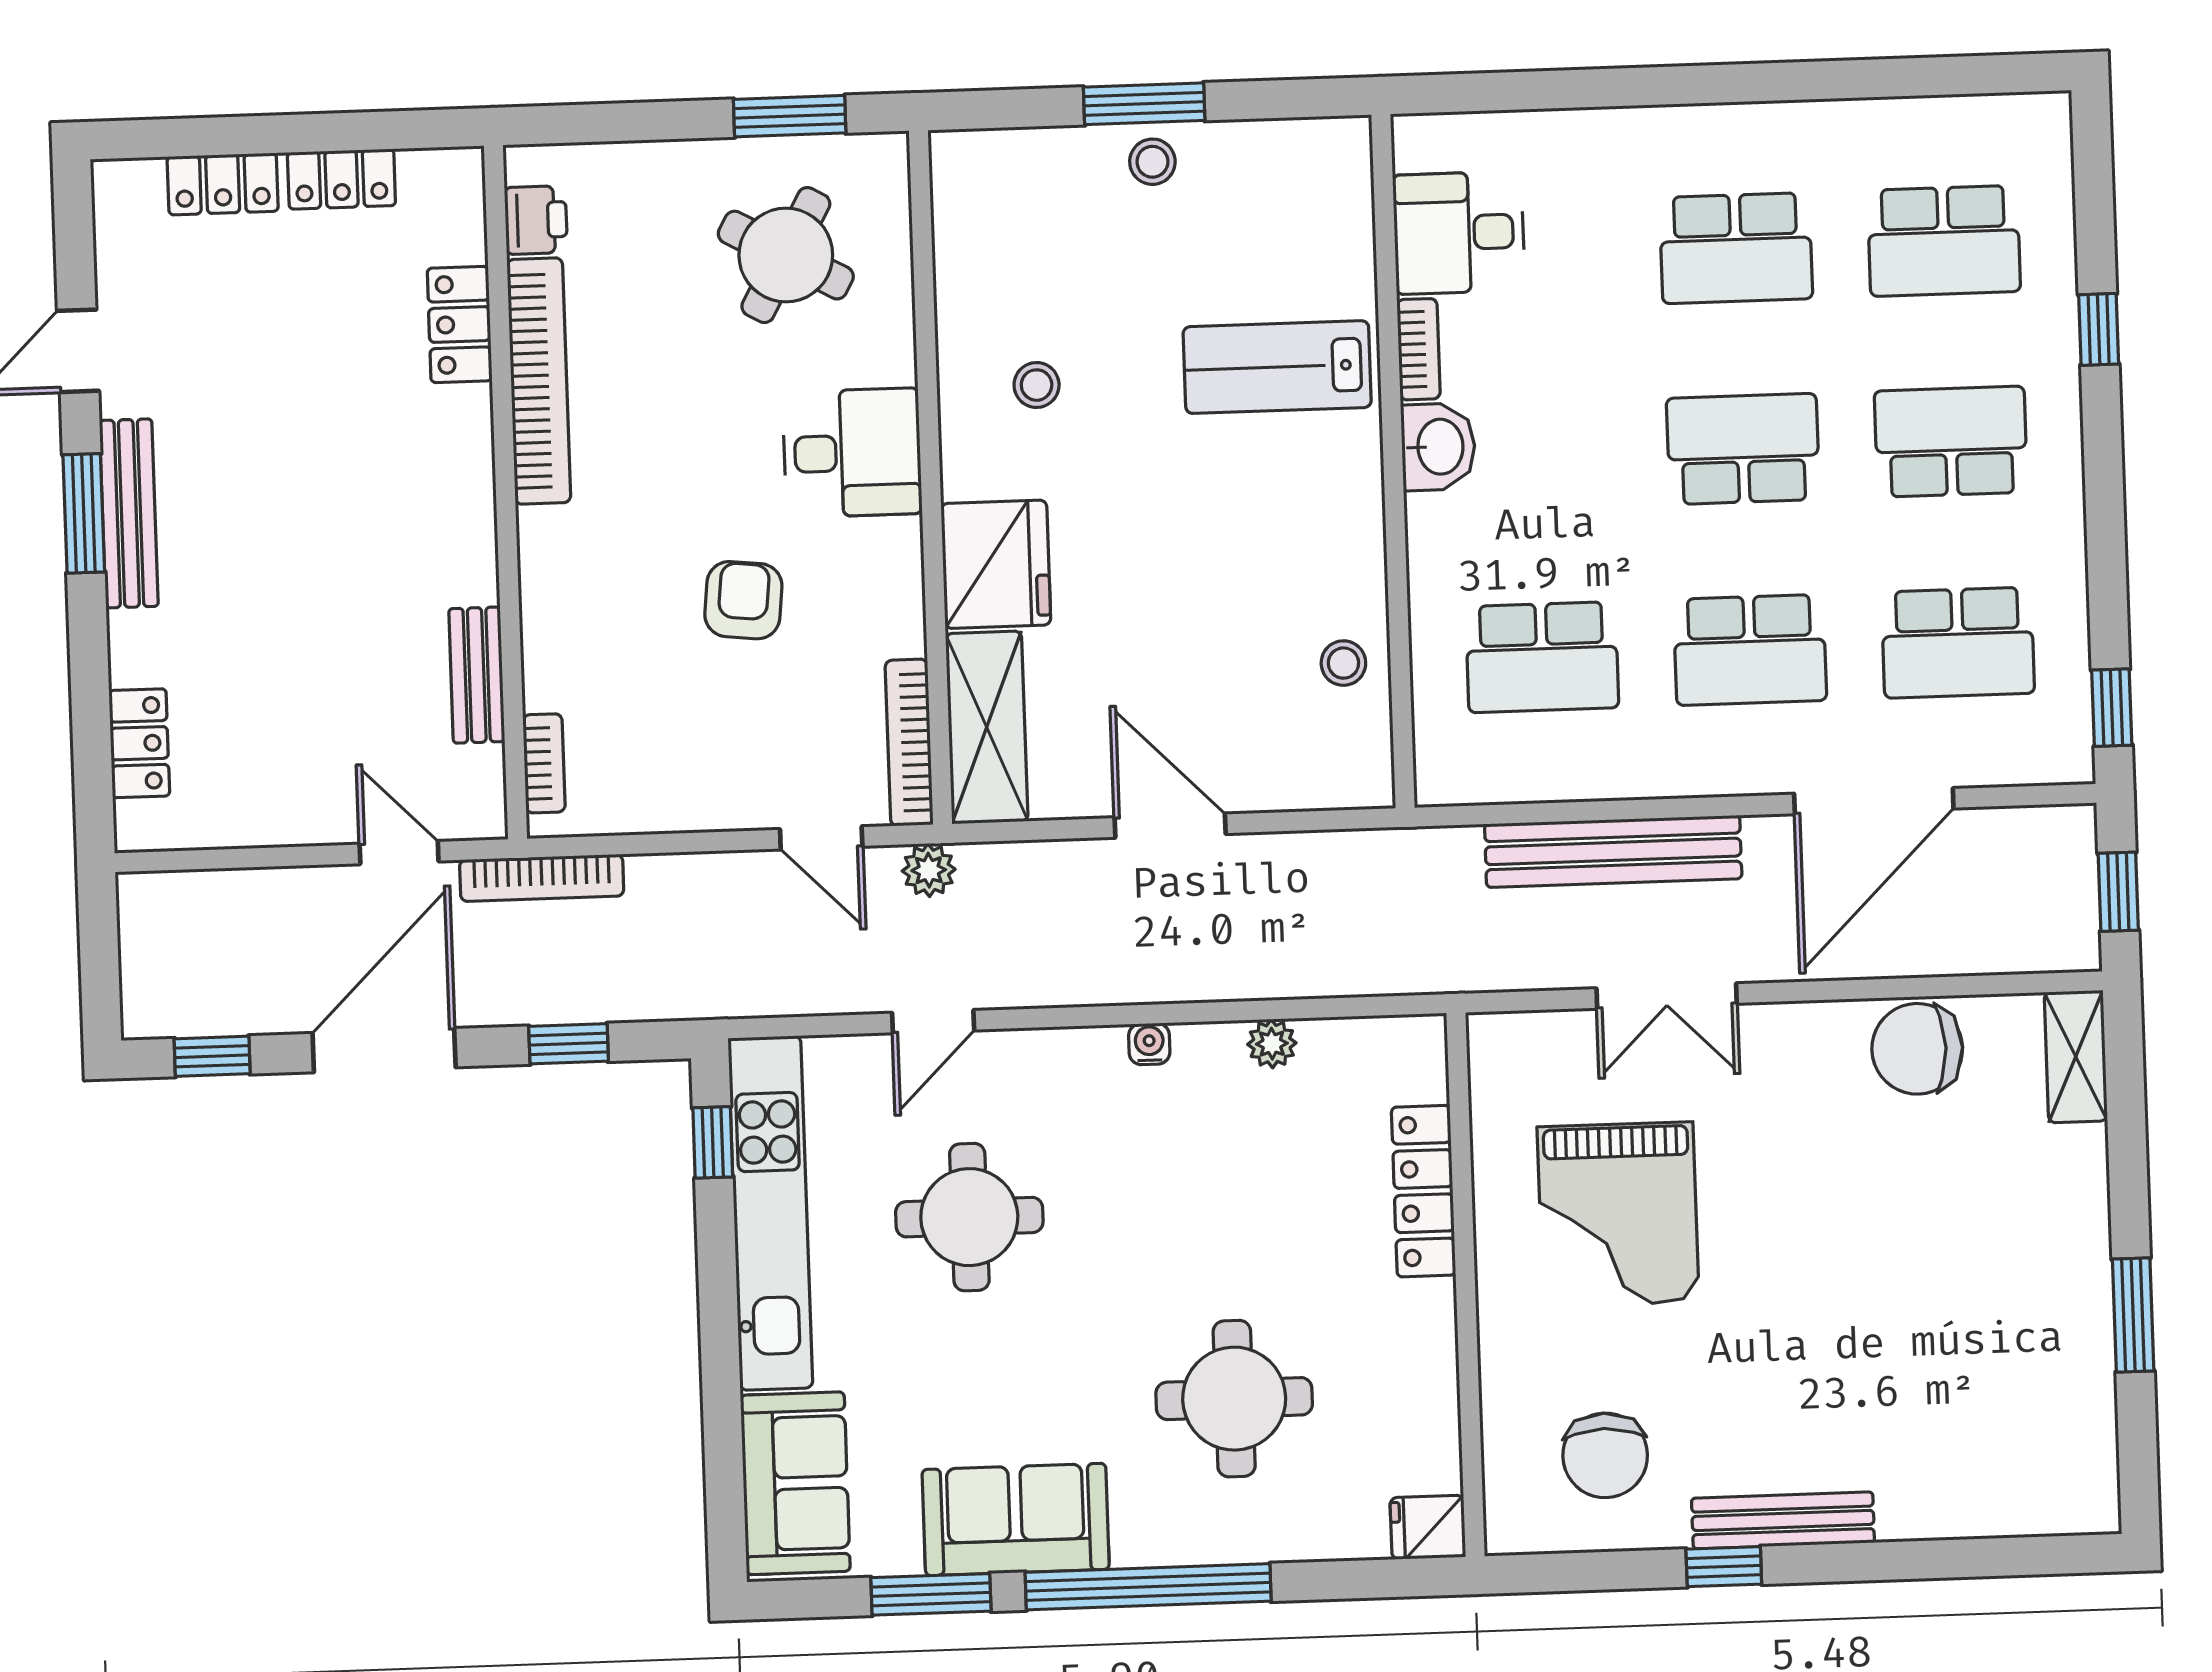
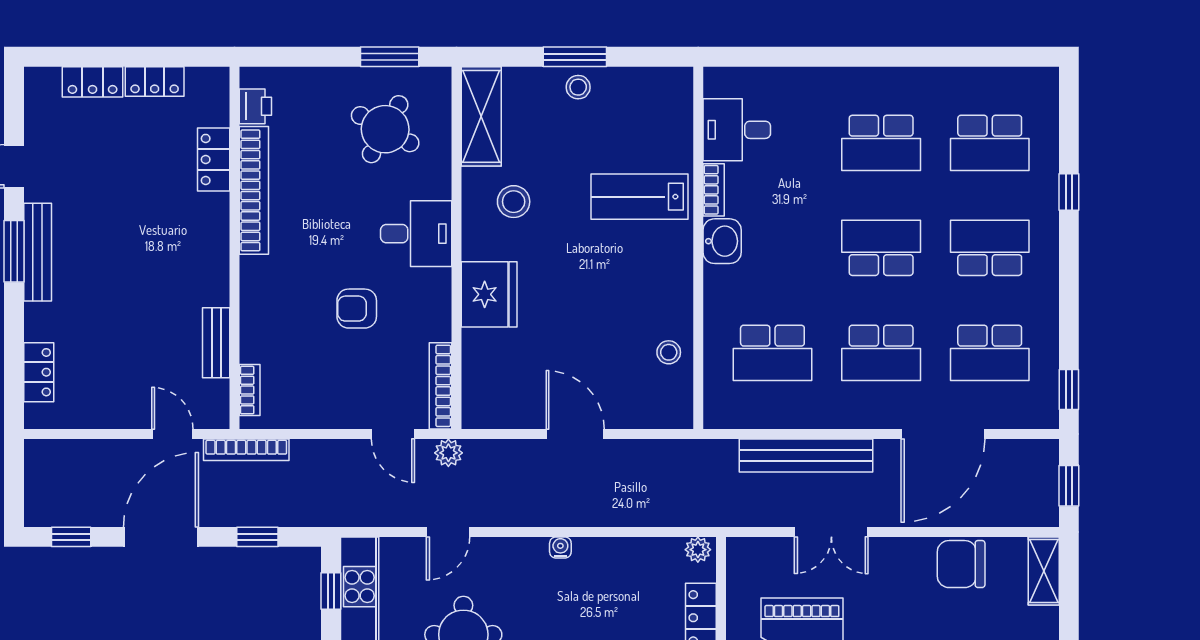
stool: (1037, 385) -> (514, 202), width x1.37, depth x1.37
armchair: (743, 600) -> (357, 309), turned -96
shelving: (987, 727) -> (481, 116), moved
plant: (1272, 1044) -> (698, 550), moved

